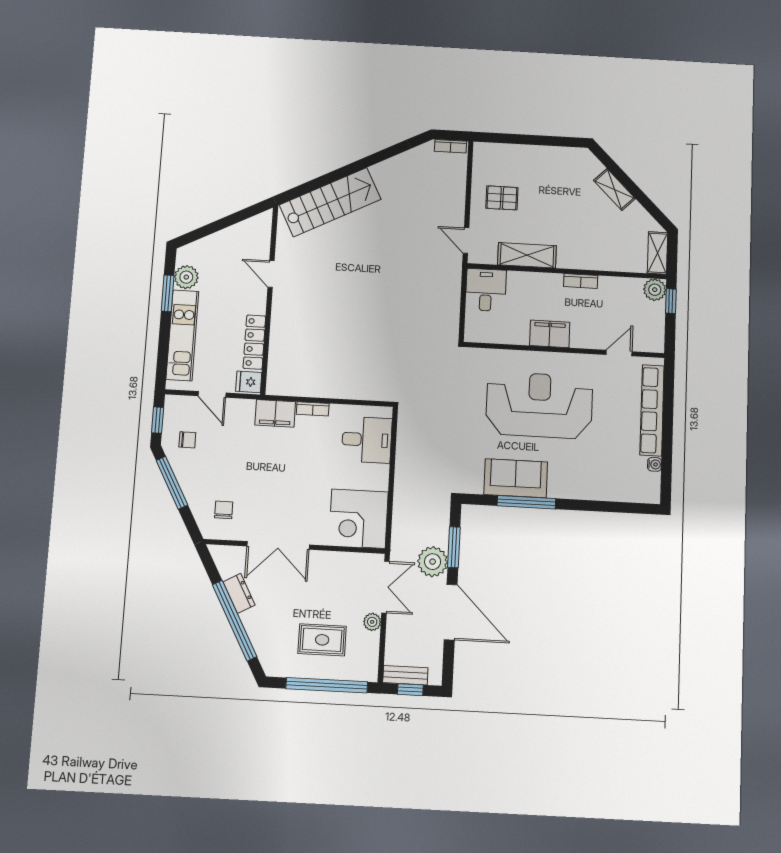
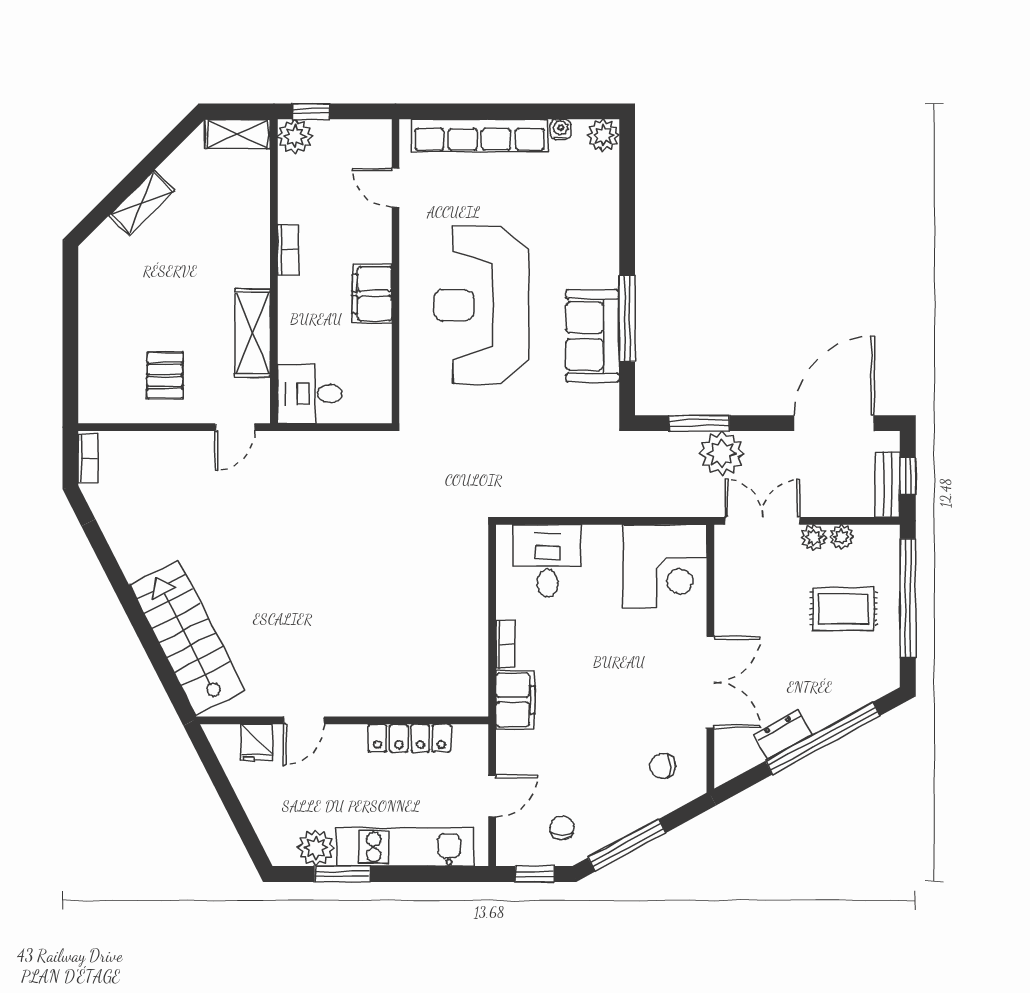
fridge: (249, 382) -> (257, 742), moved
plant: (650, 493) -> (603, 135), added
door: (451, 612) -> (834, 423), moved
rug: (322, 640) -> (843, 609), turned 90
plant: (372, 641) -> (841, 537), added

